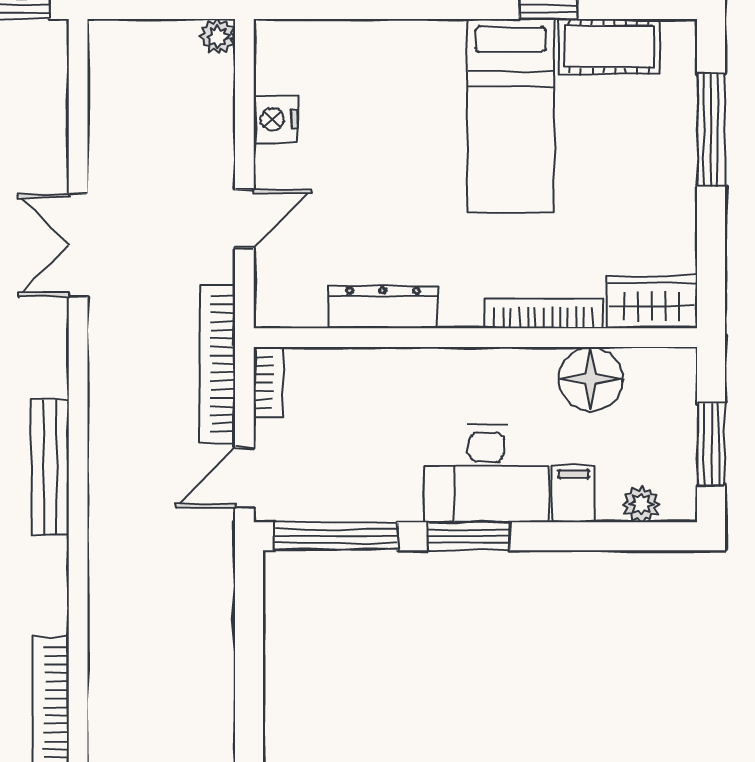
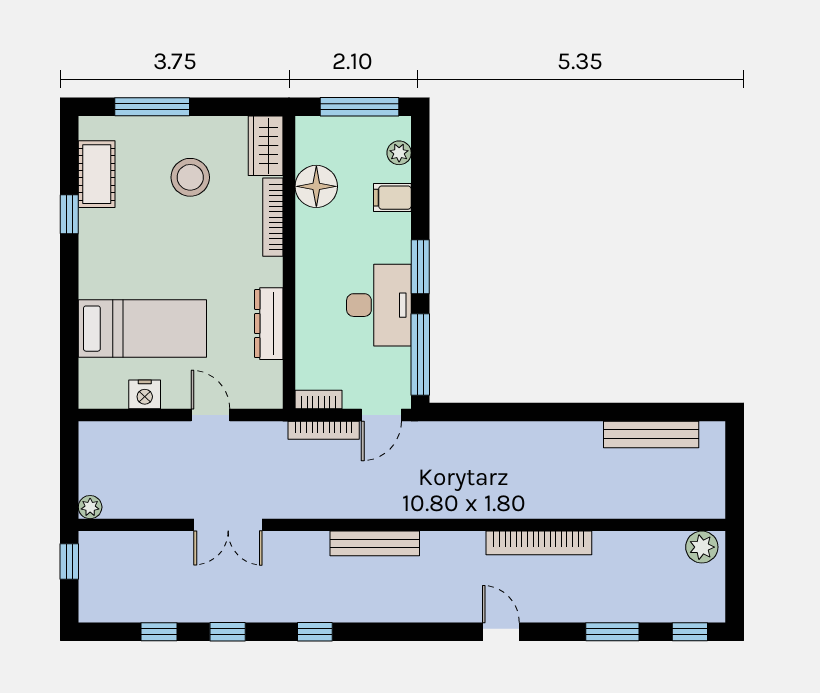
plant: (218, 37) -> (90, 507), moved
bed: (511, 116) -> (142, 329), moved
stool: (604, 188) -> (190, 177), added
bookcase: (217, 364) -> (324, 430), width x0.68, depth x0.76
window: (711, 444) -> (359, 107), width x1.44
desk: (487, 474) -> (379, 305), moved
door: (244, 477) -> (381, 415), hinge flipped

